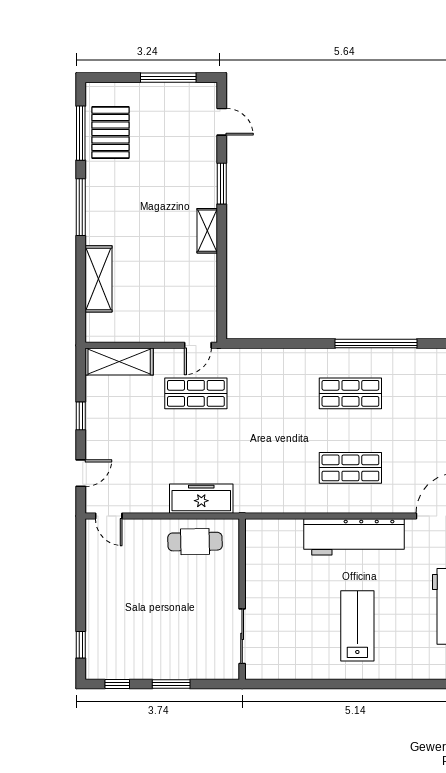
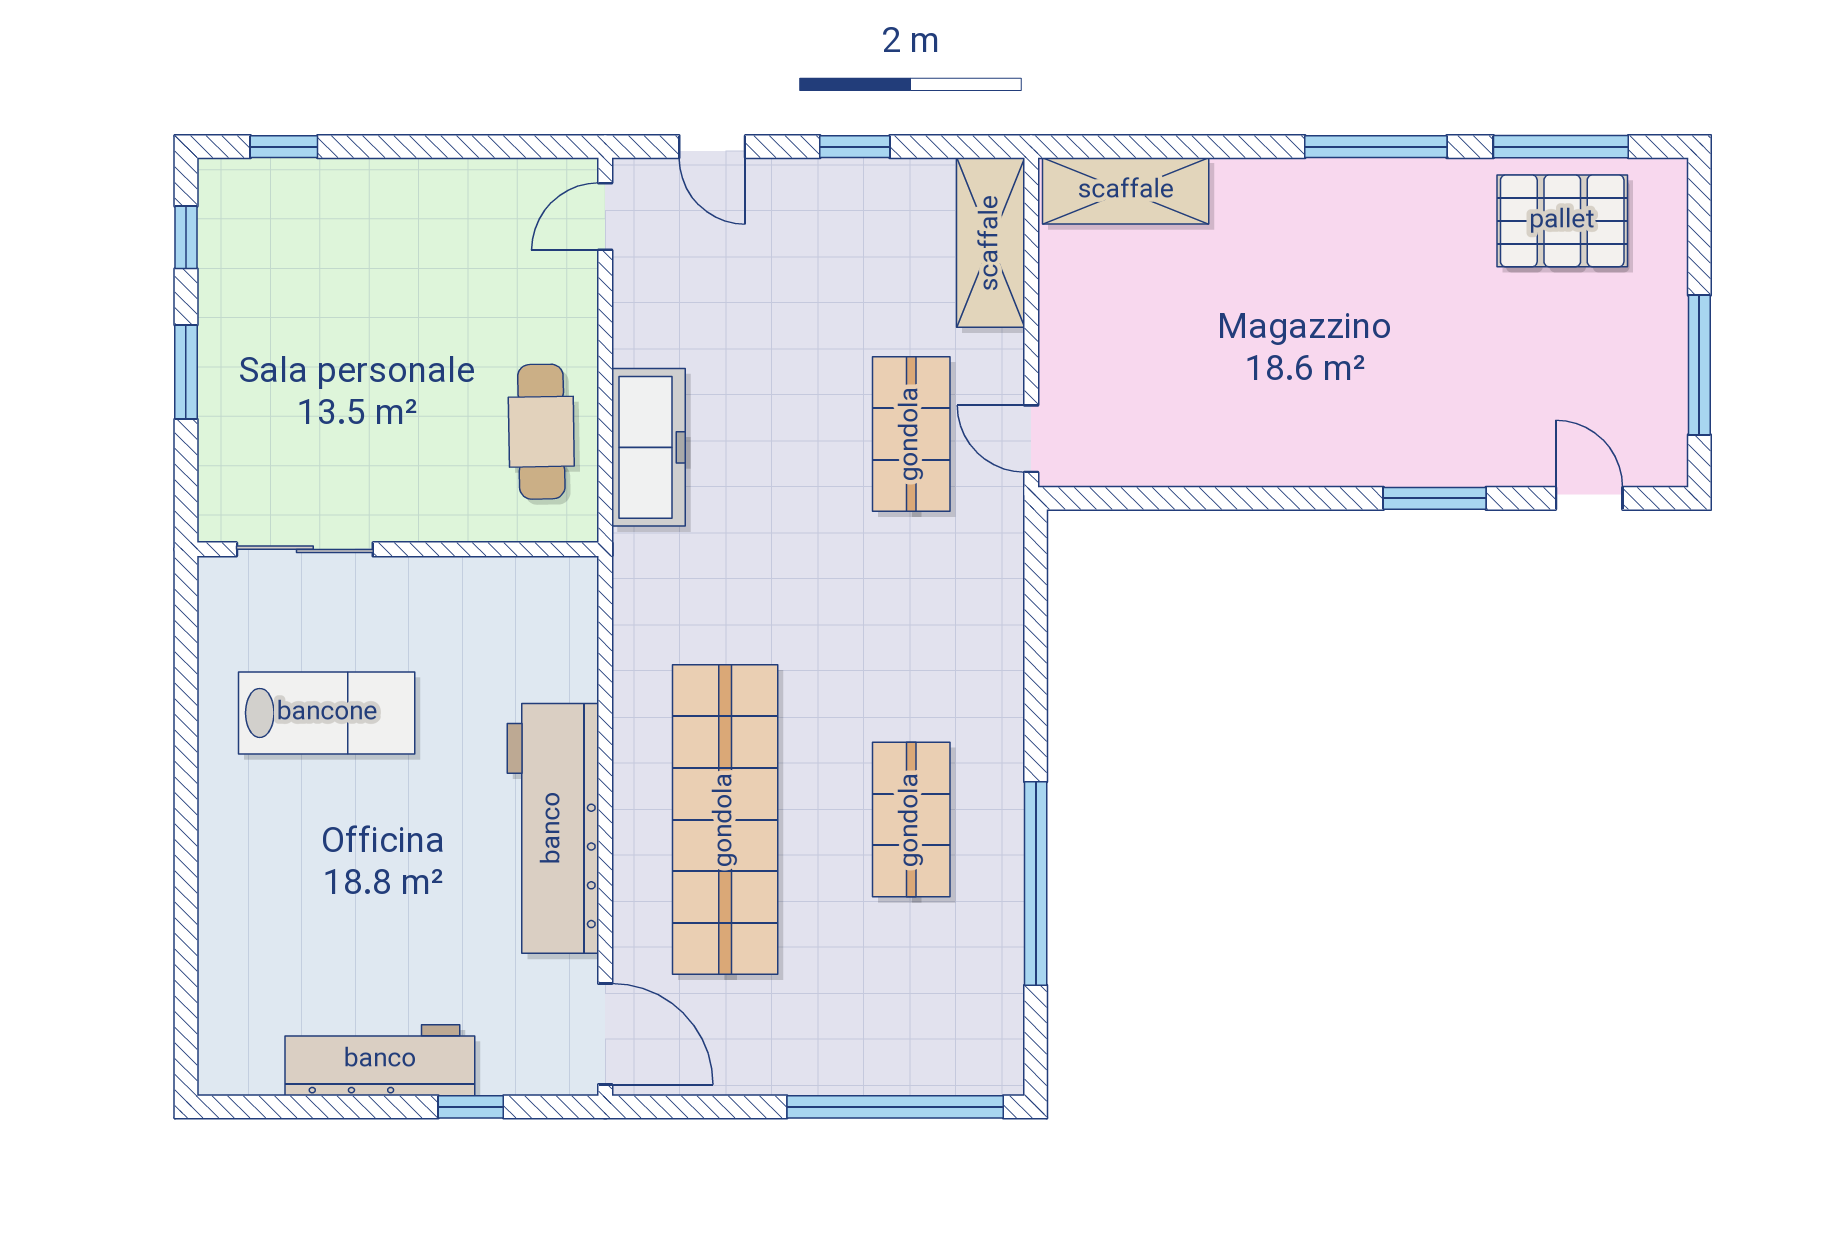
door: (222, 122) -> (1589, 498), swing flipped
shelving: (207, 231) -> (1317, 462), removed
shelving: (99, 279) -> (1126, 191), moved
shop shelf: (350, 468) -> (725, 820), width x2.00, depth x1.36
lab bench: (357, 626) -> (327, 713), moved

